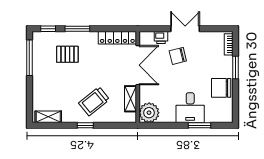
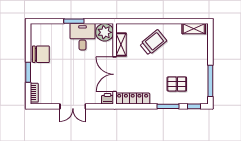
printer: (161, 38) -> (108, 99), moved
chair: (178, 56) -> (79, 83), removed
desk: (190, 108) -> (82, 37), moved
window: (85, 125) -> (161, 21), removed
window: (199, 125) -> (74, 21), moved

